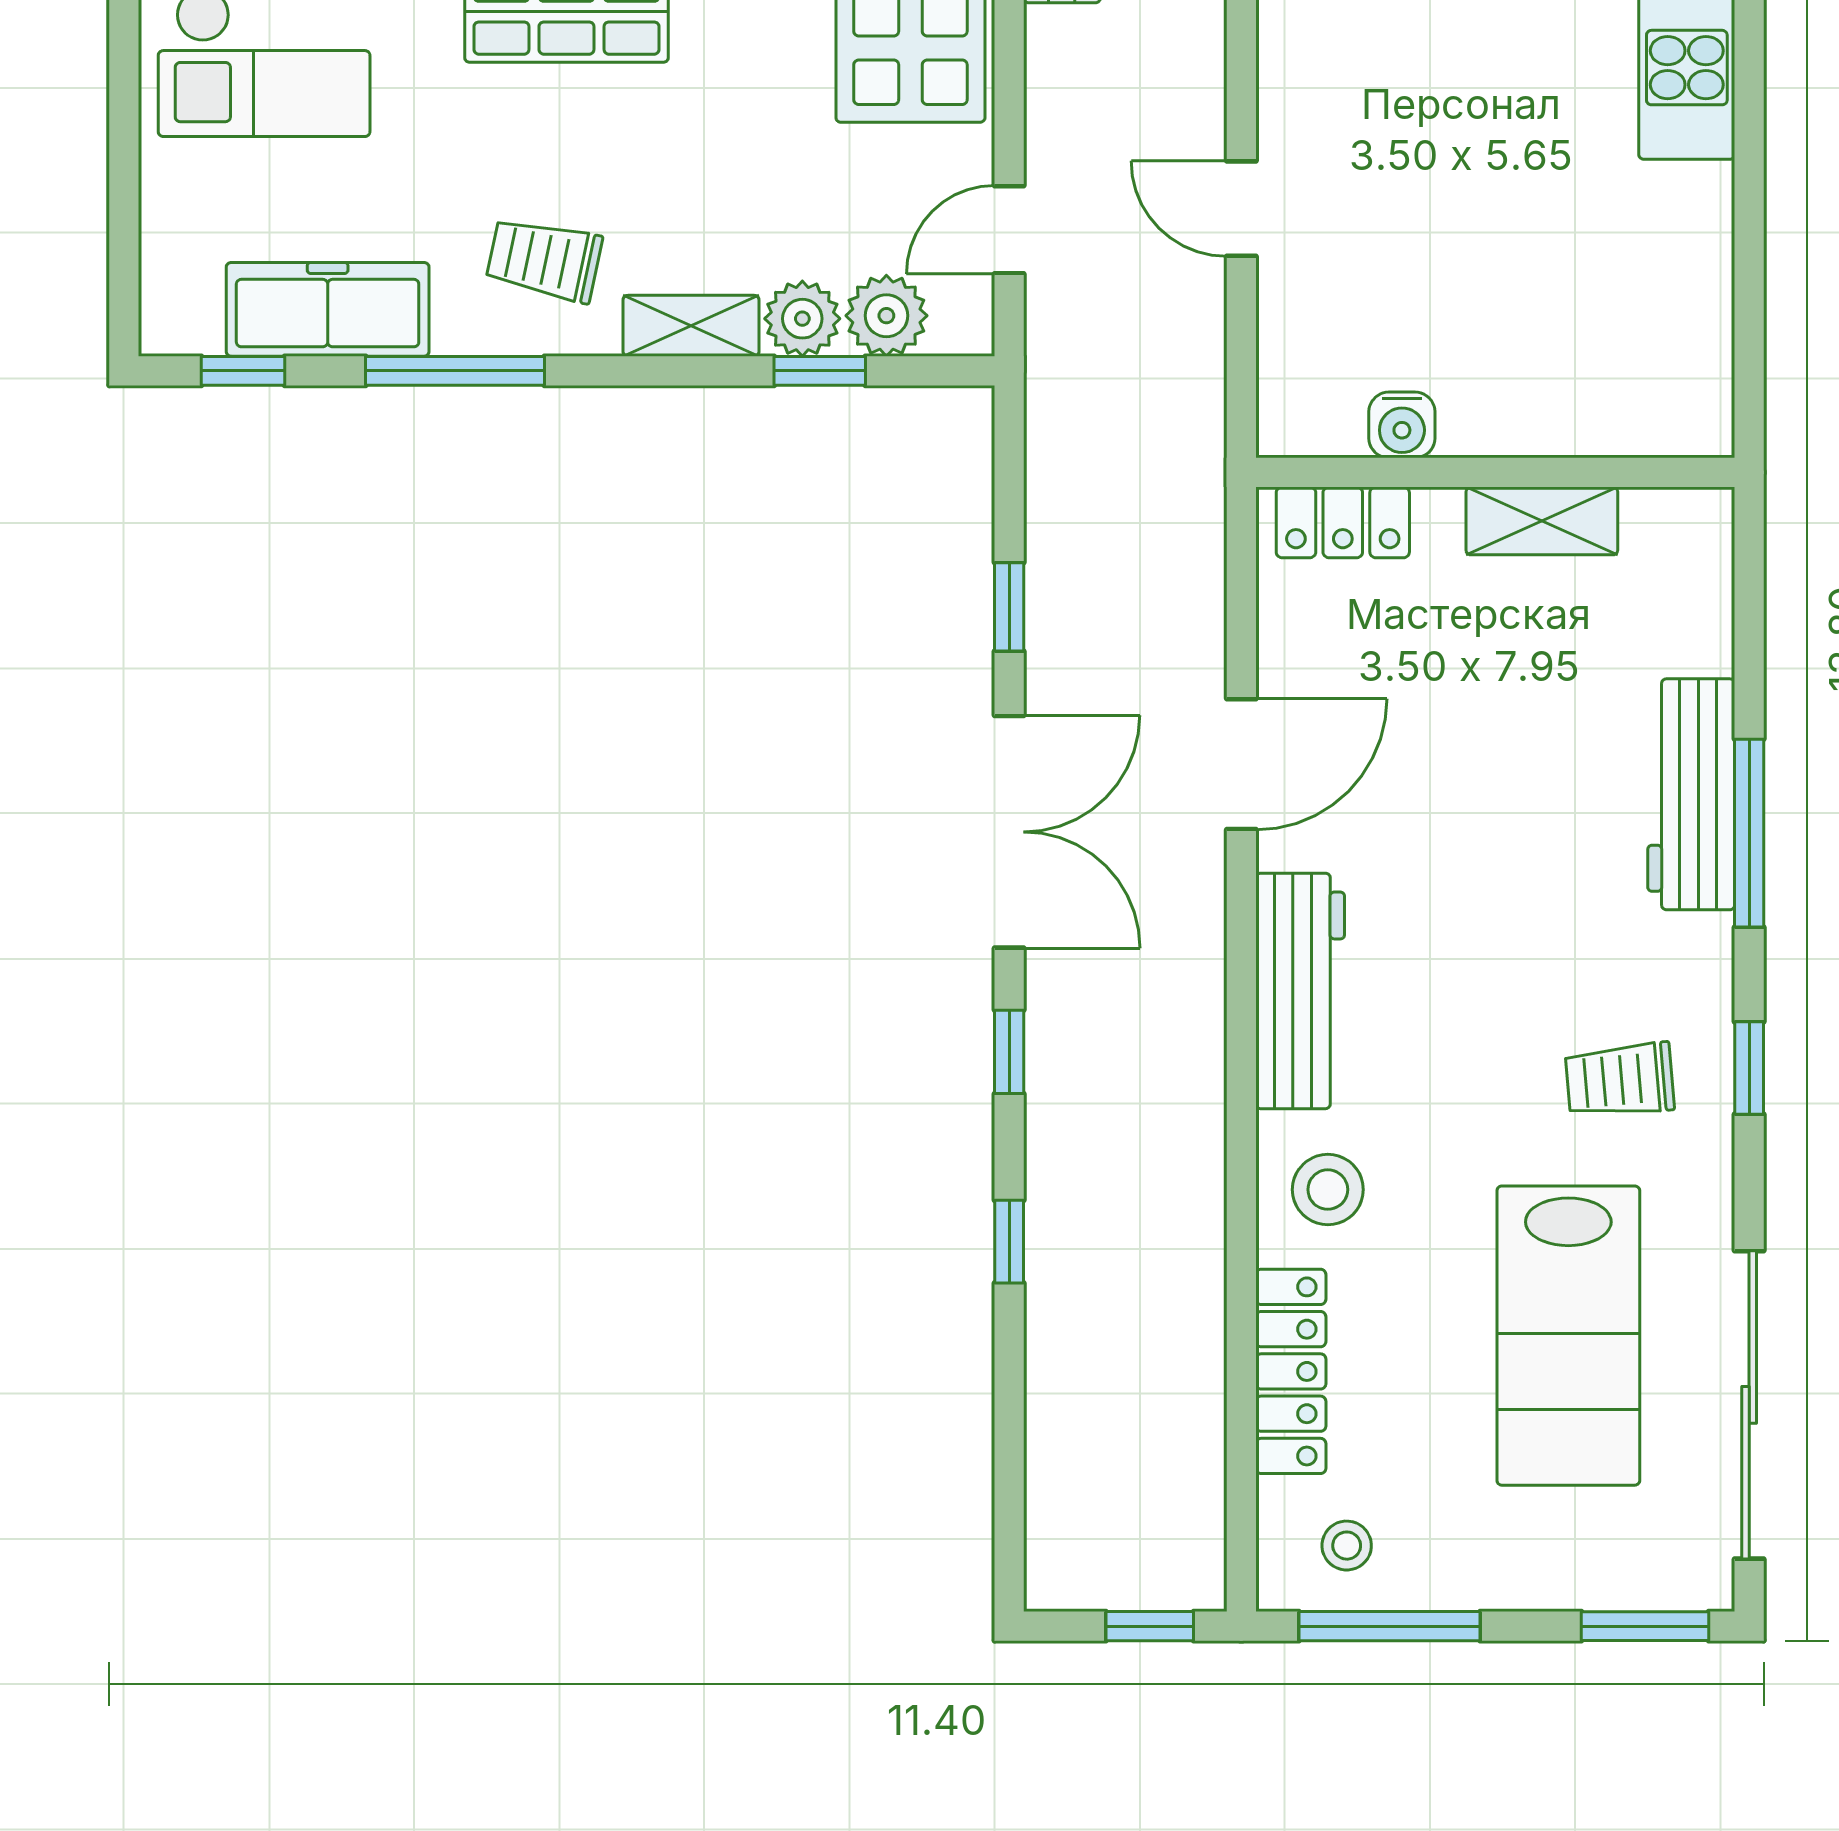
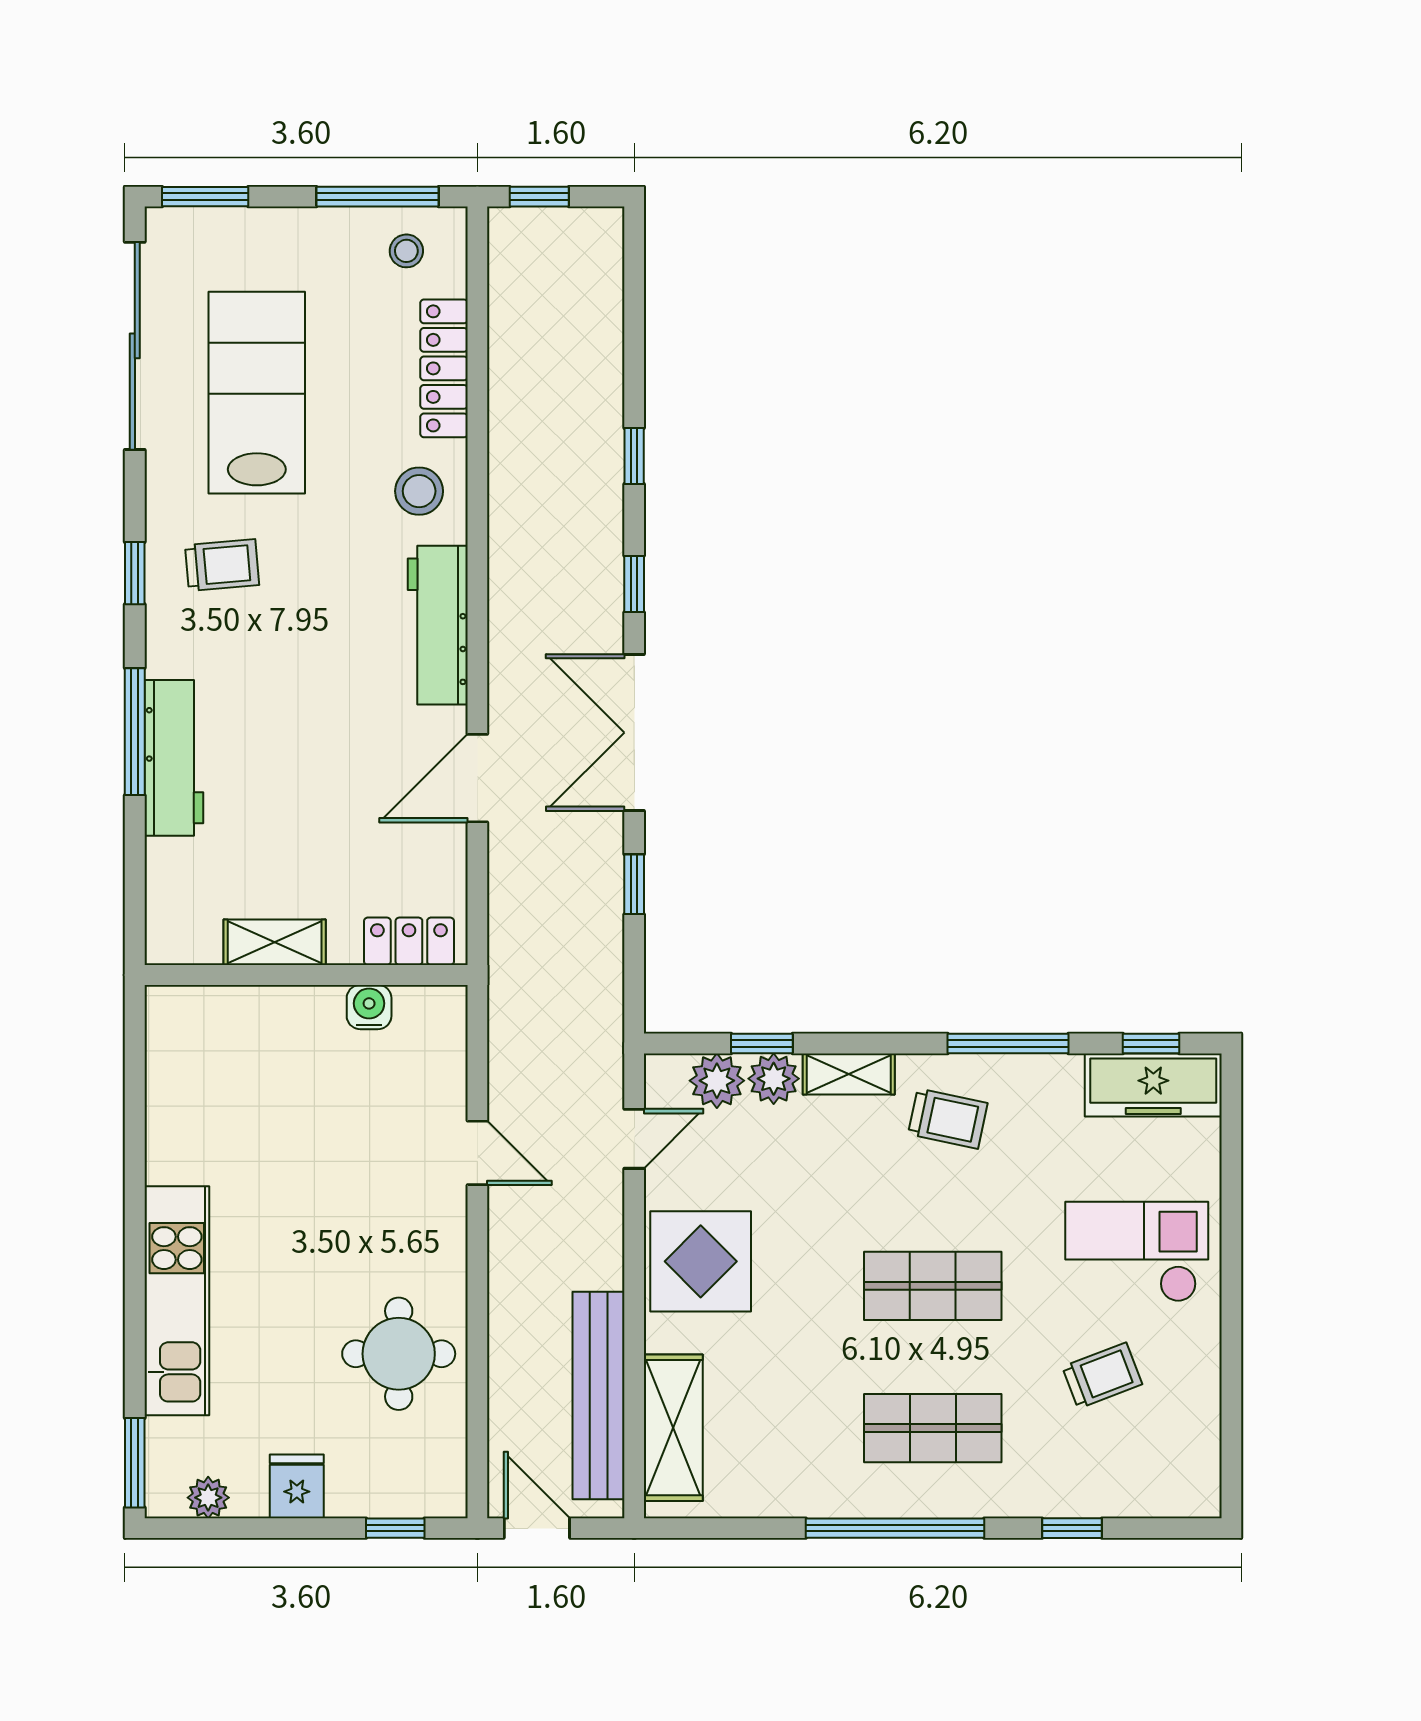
freezer: (328, 309) -> (1153, 1085), moved

